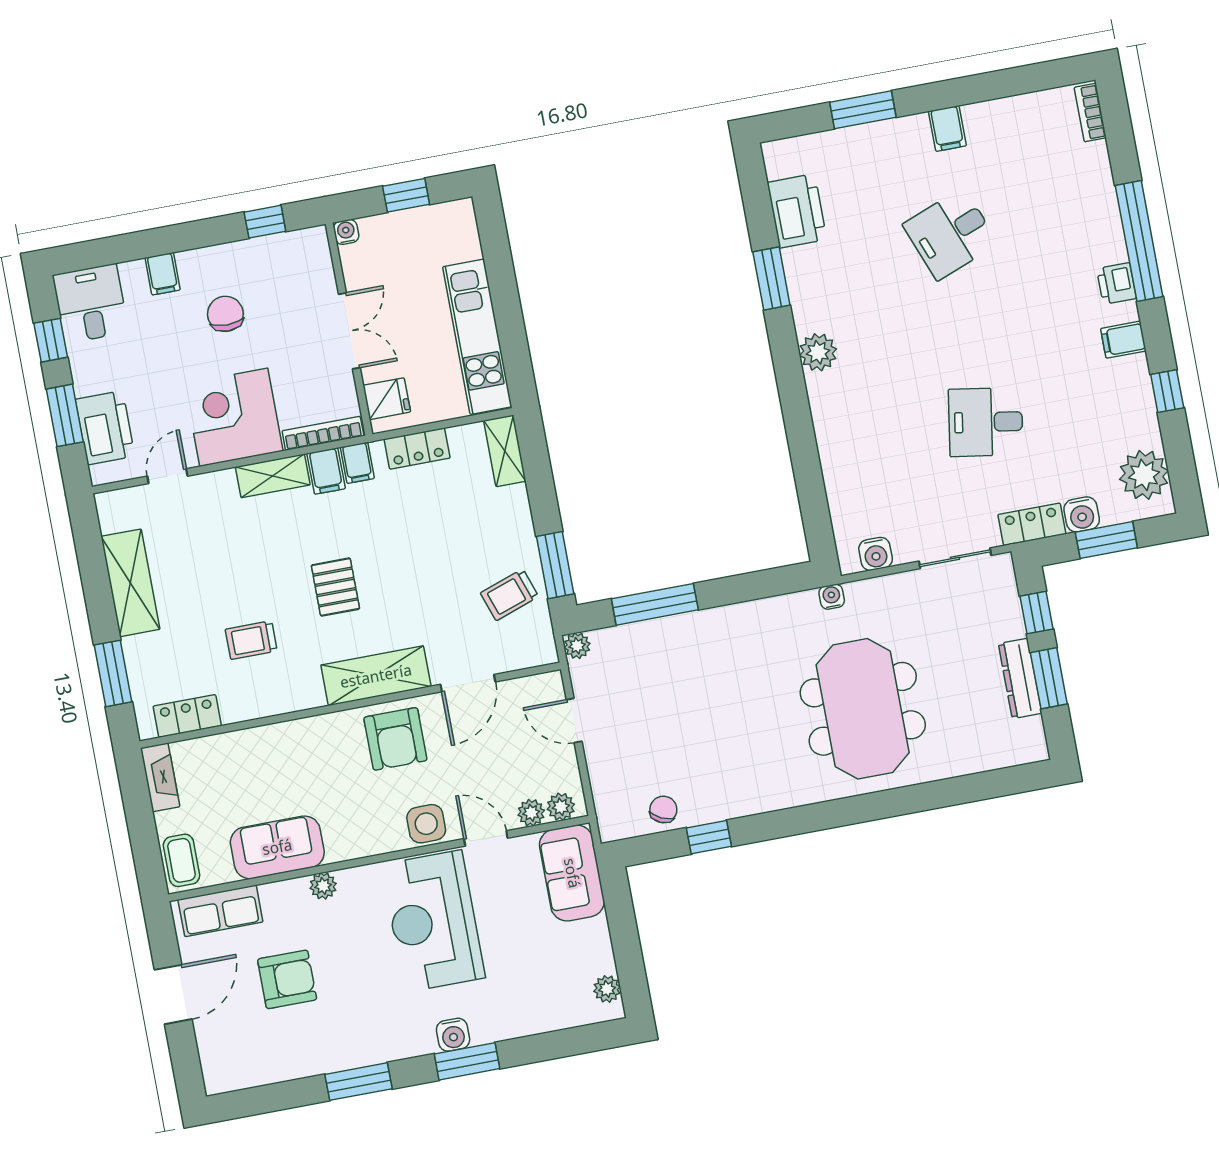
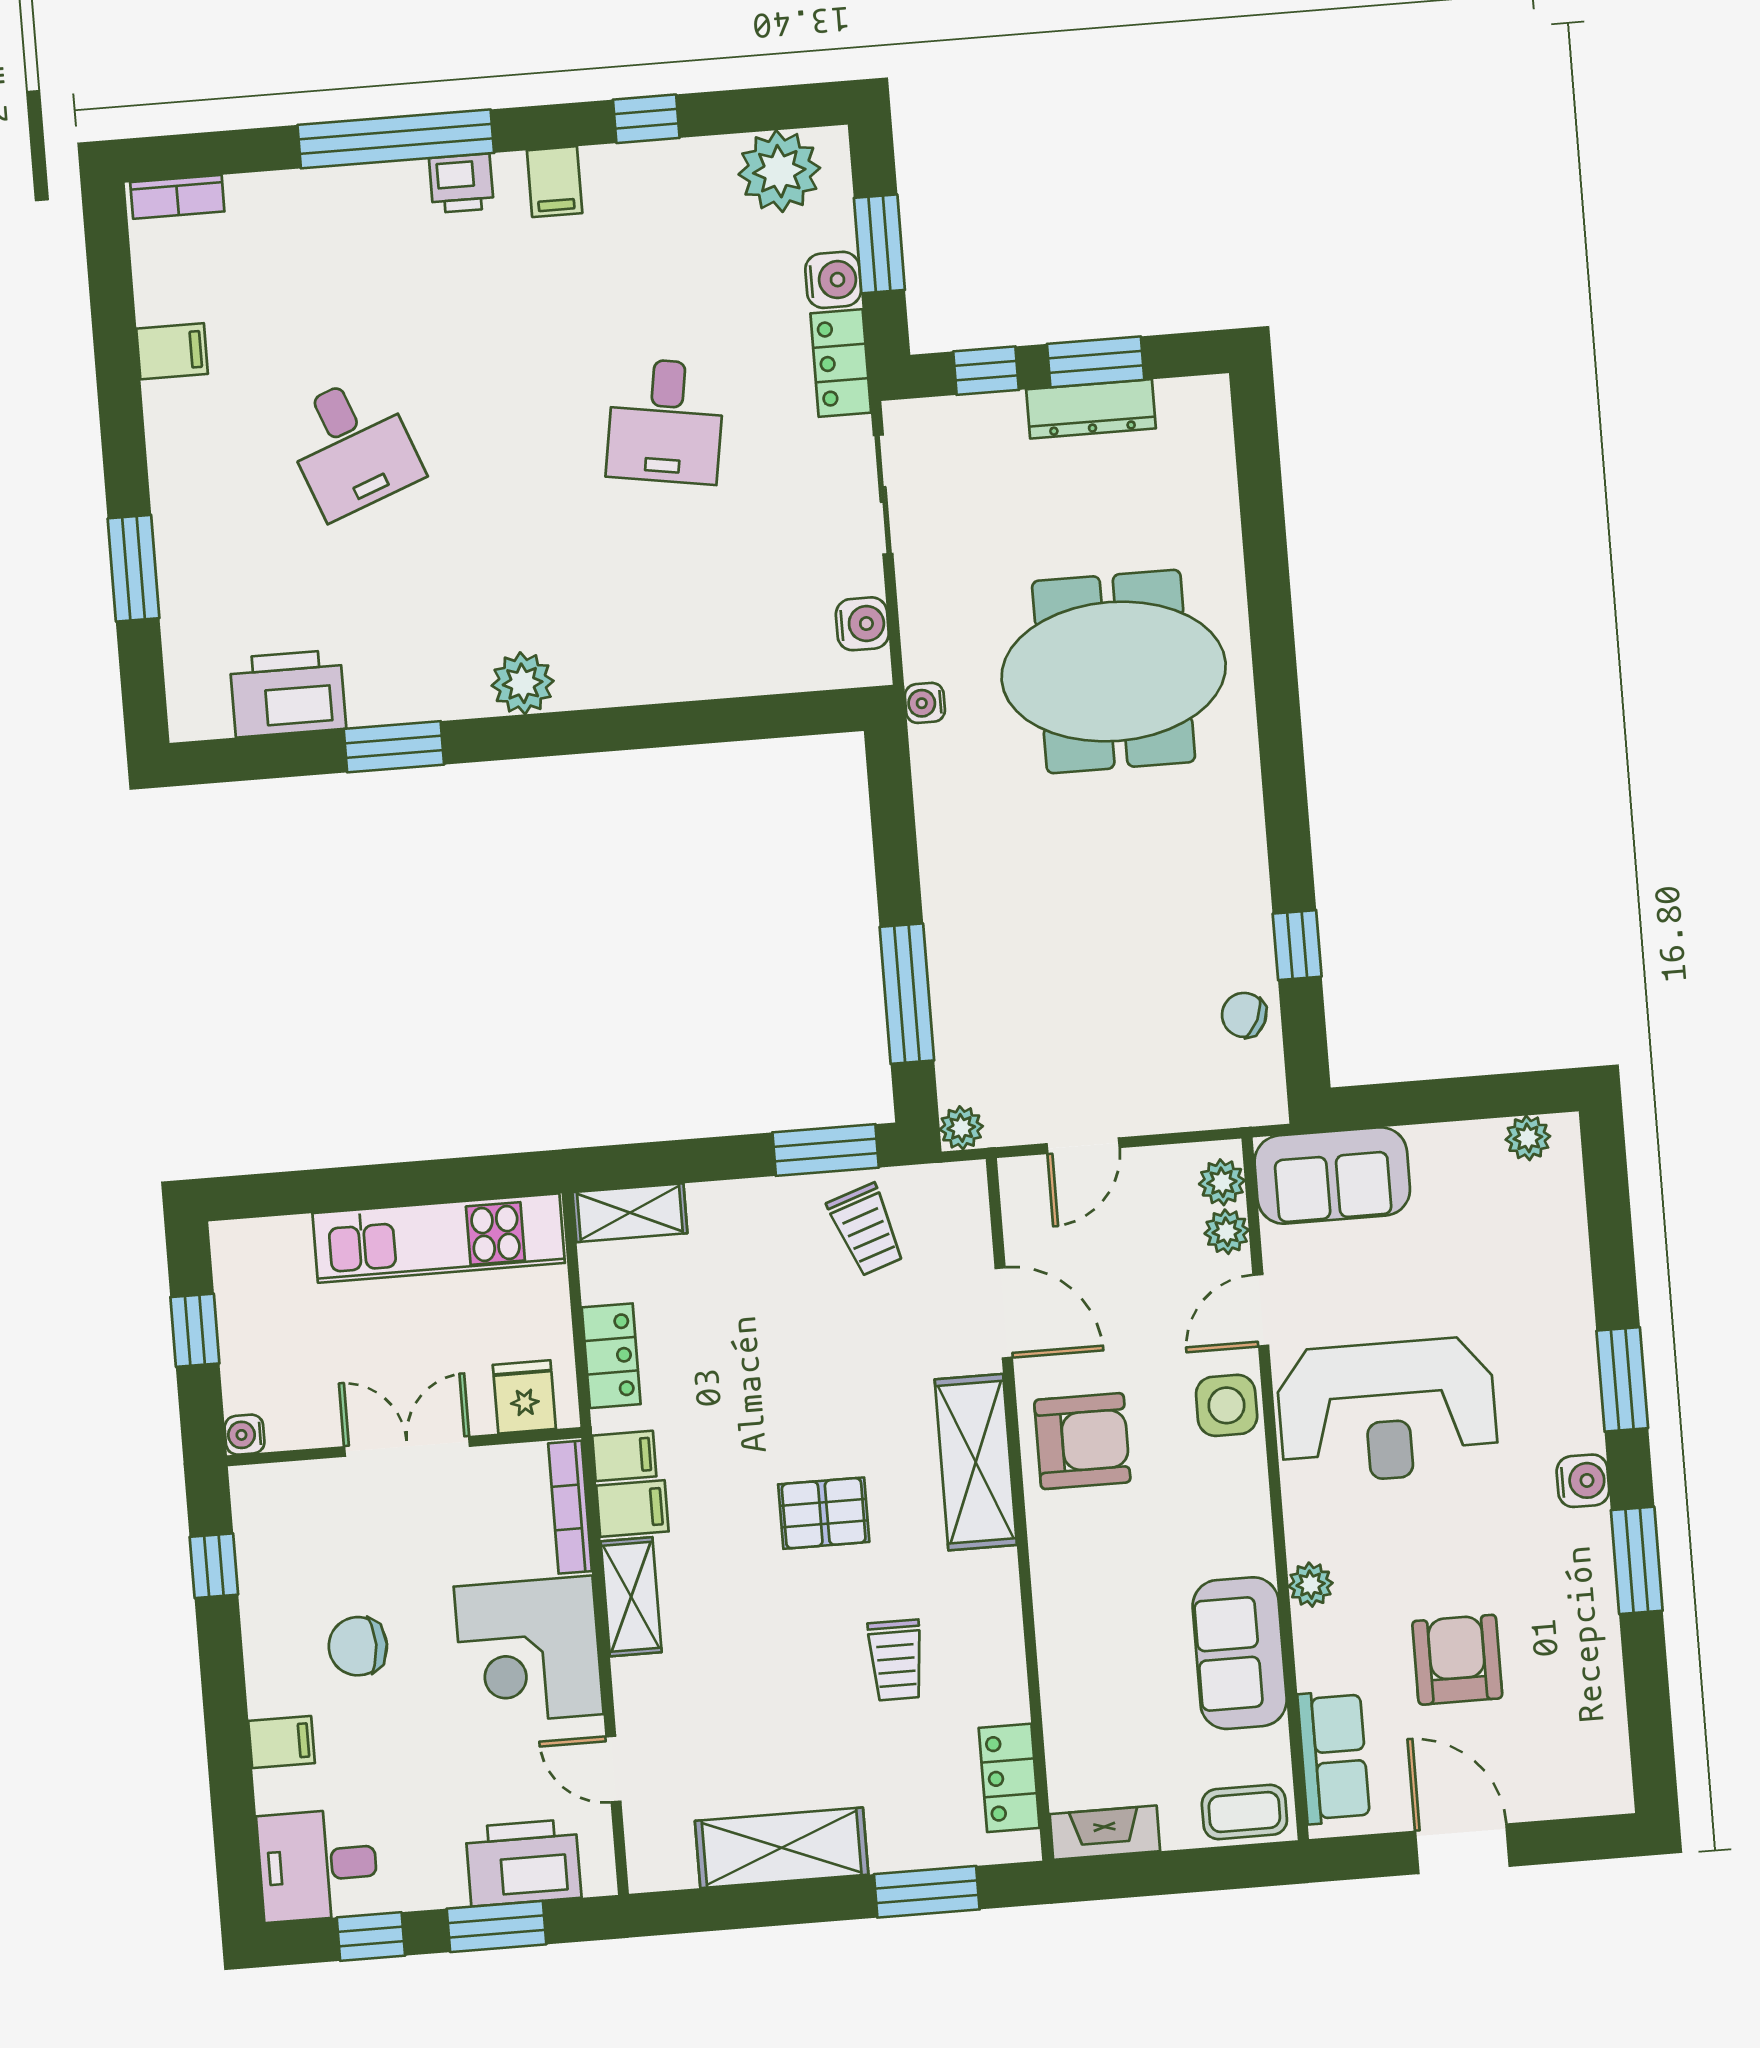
filing cabinet: (947, 128) -> (172, 351), moved
water cooler: (453, 1035) -> (1583, 1481), moved

